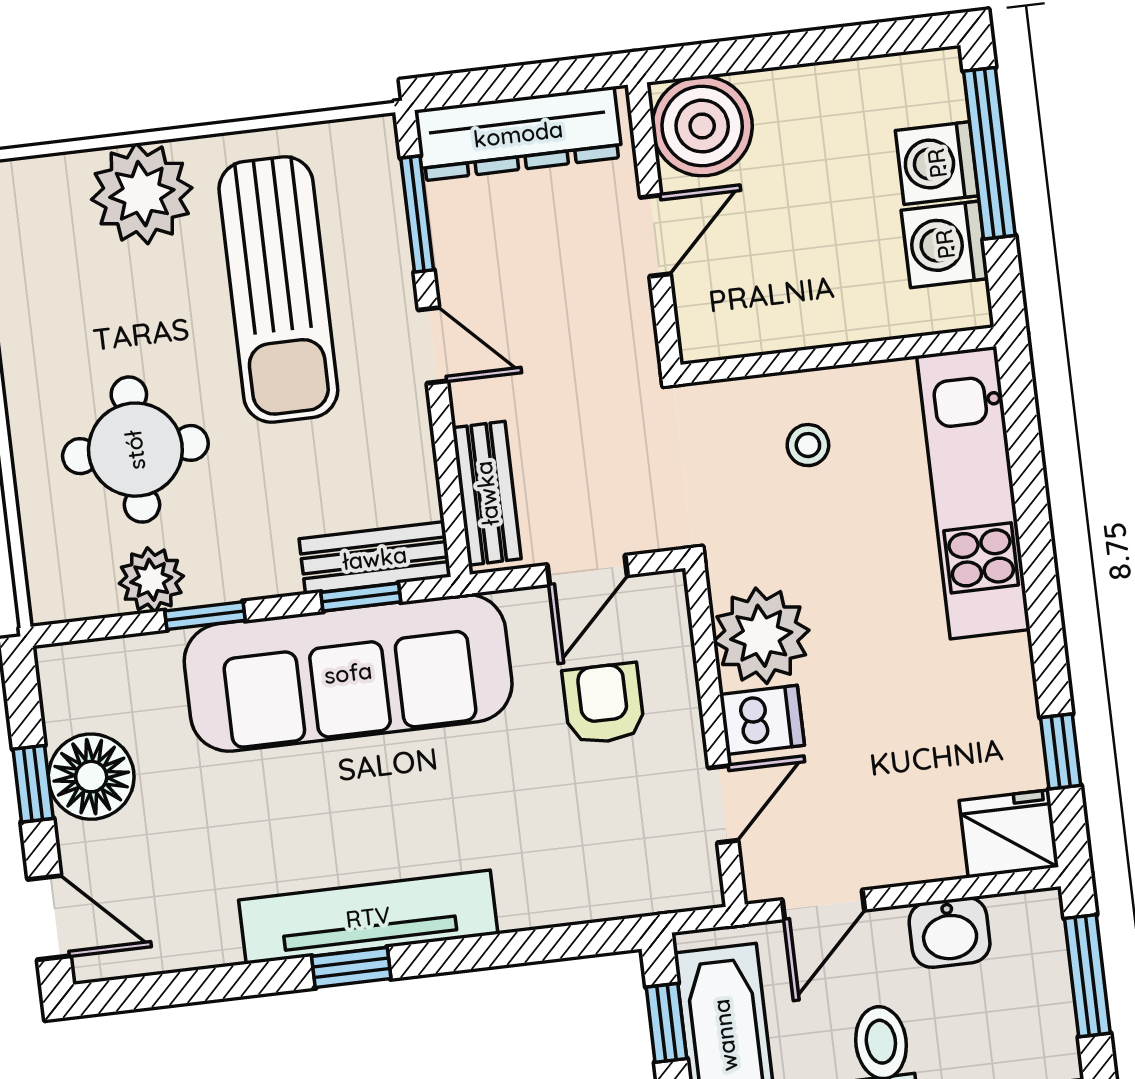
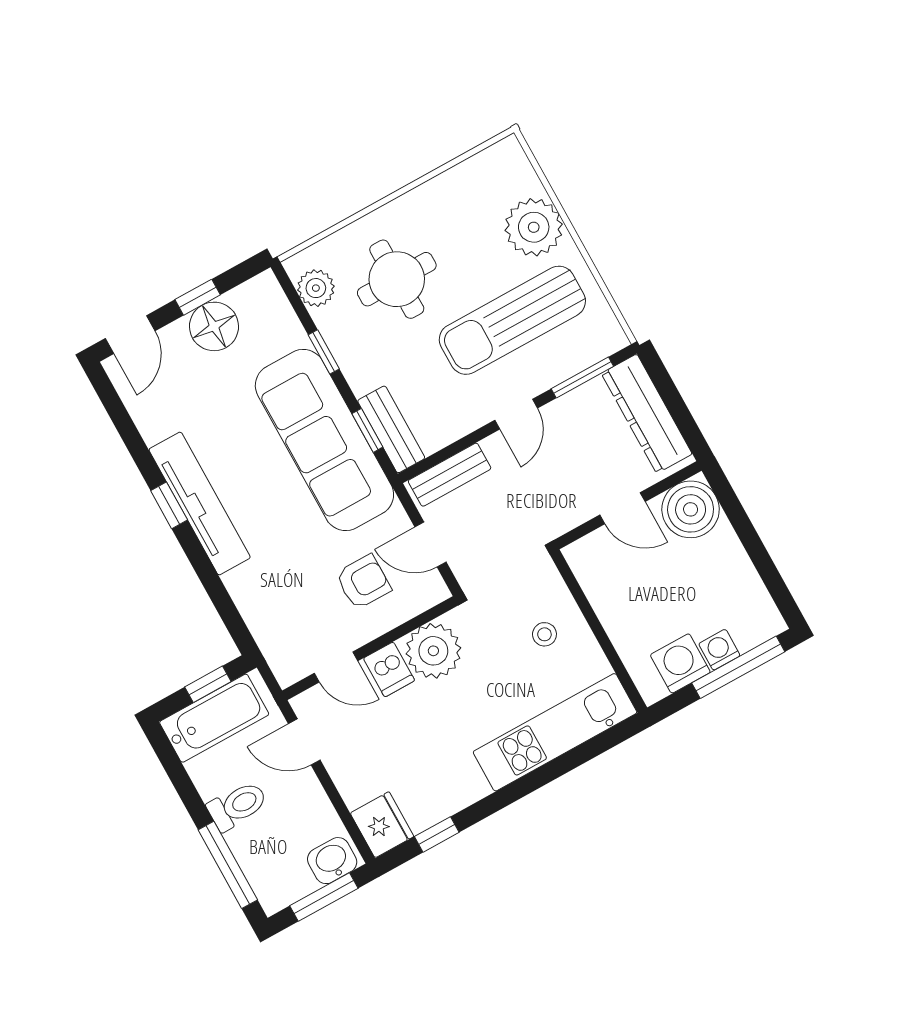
washing machine: (937, 163) -> (719, 650), width x0.73, depth x0.73
plant: (151, 580) -> (316, 288), moved
washbasin: (950, 932) -> (332, 861), moved, turned 90

